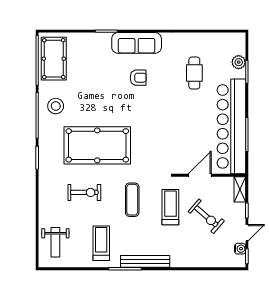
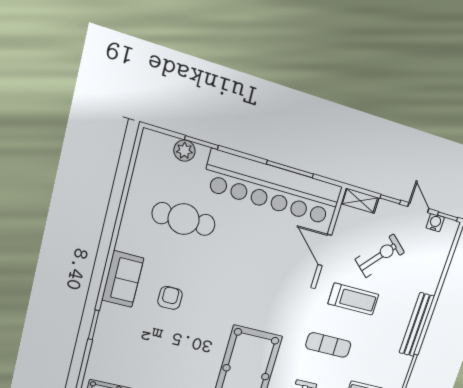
sofa: (137, 43) -> (123, 279), width x0.73
cafe table: (194, 73) -> (184, 219), width x1.37, depth x1.35
treadmill: (170, 207) -> (353, 299), turned 180
bench: (145, 261) -> (417, 325), moved

